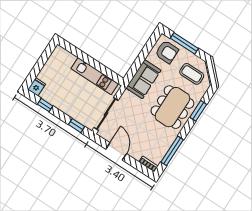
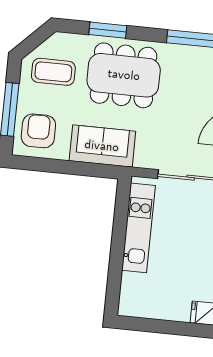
coffee table: (192, 74) -> (53, 72), turned 90

